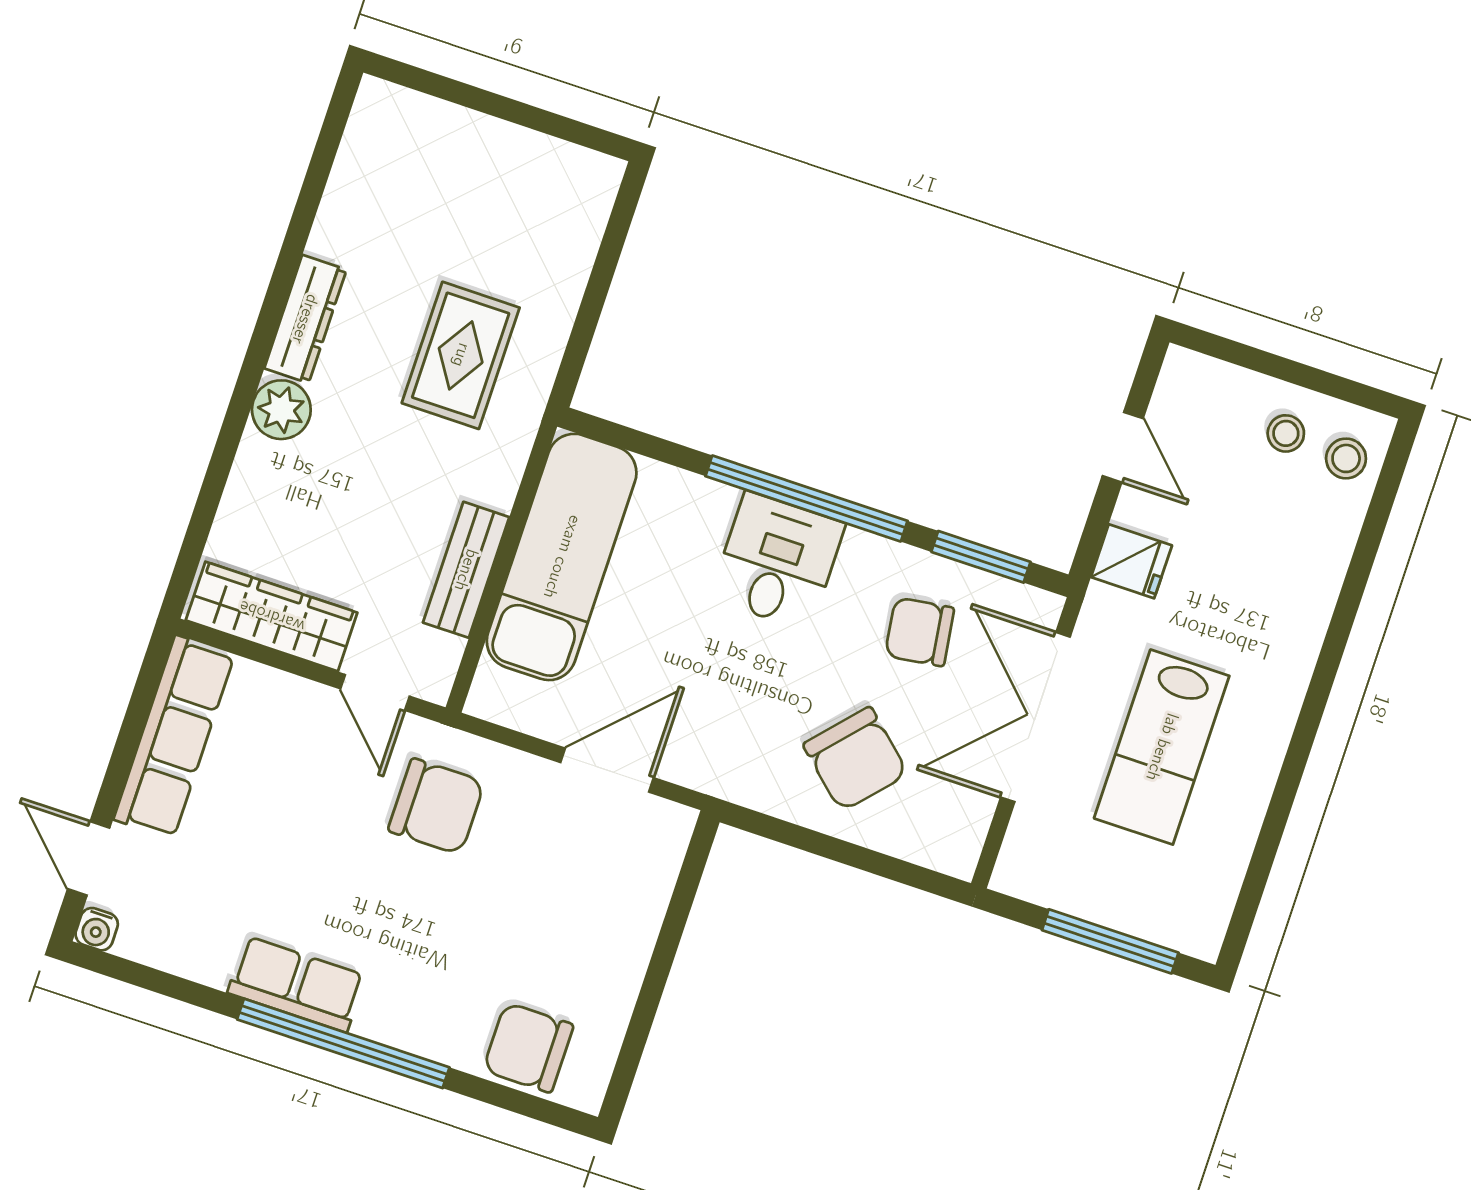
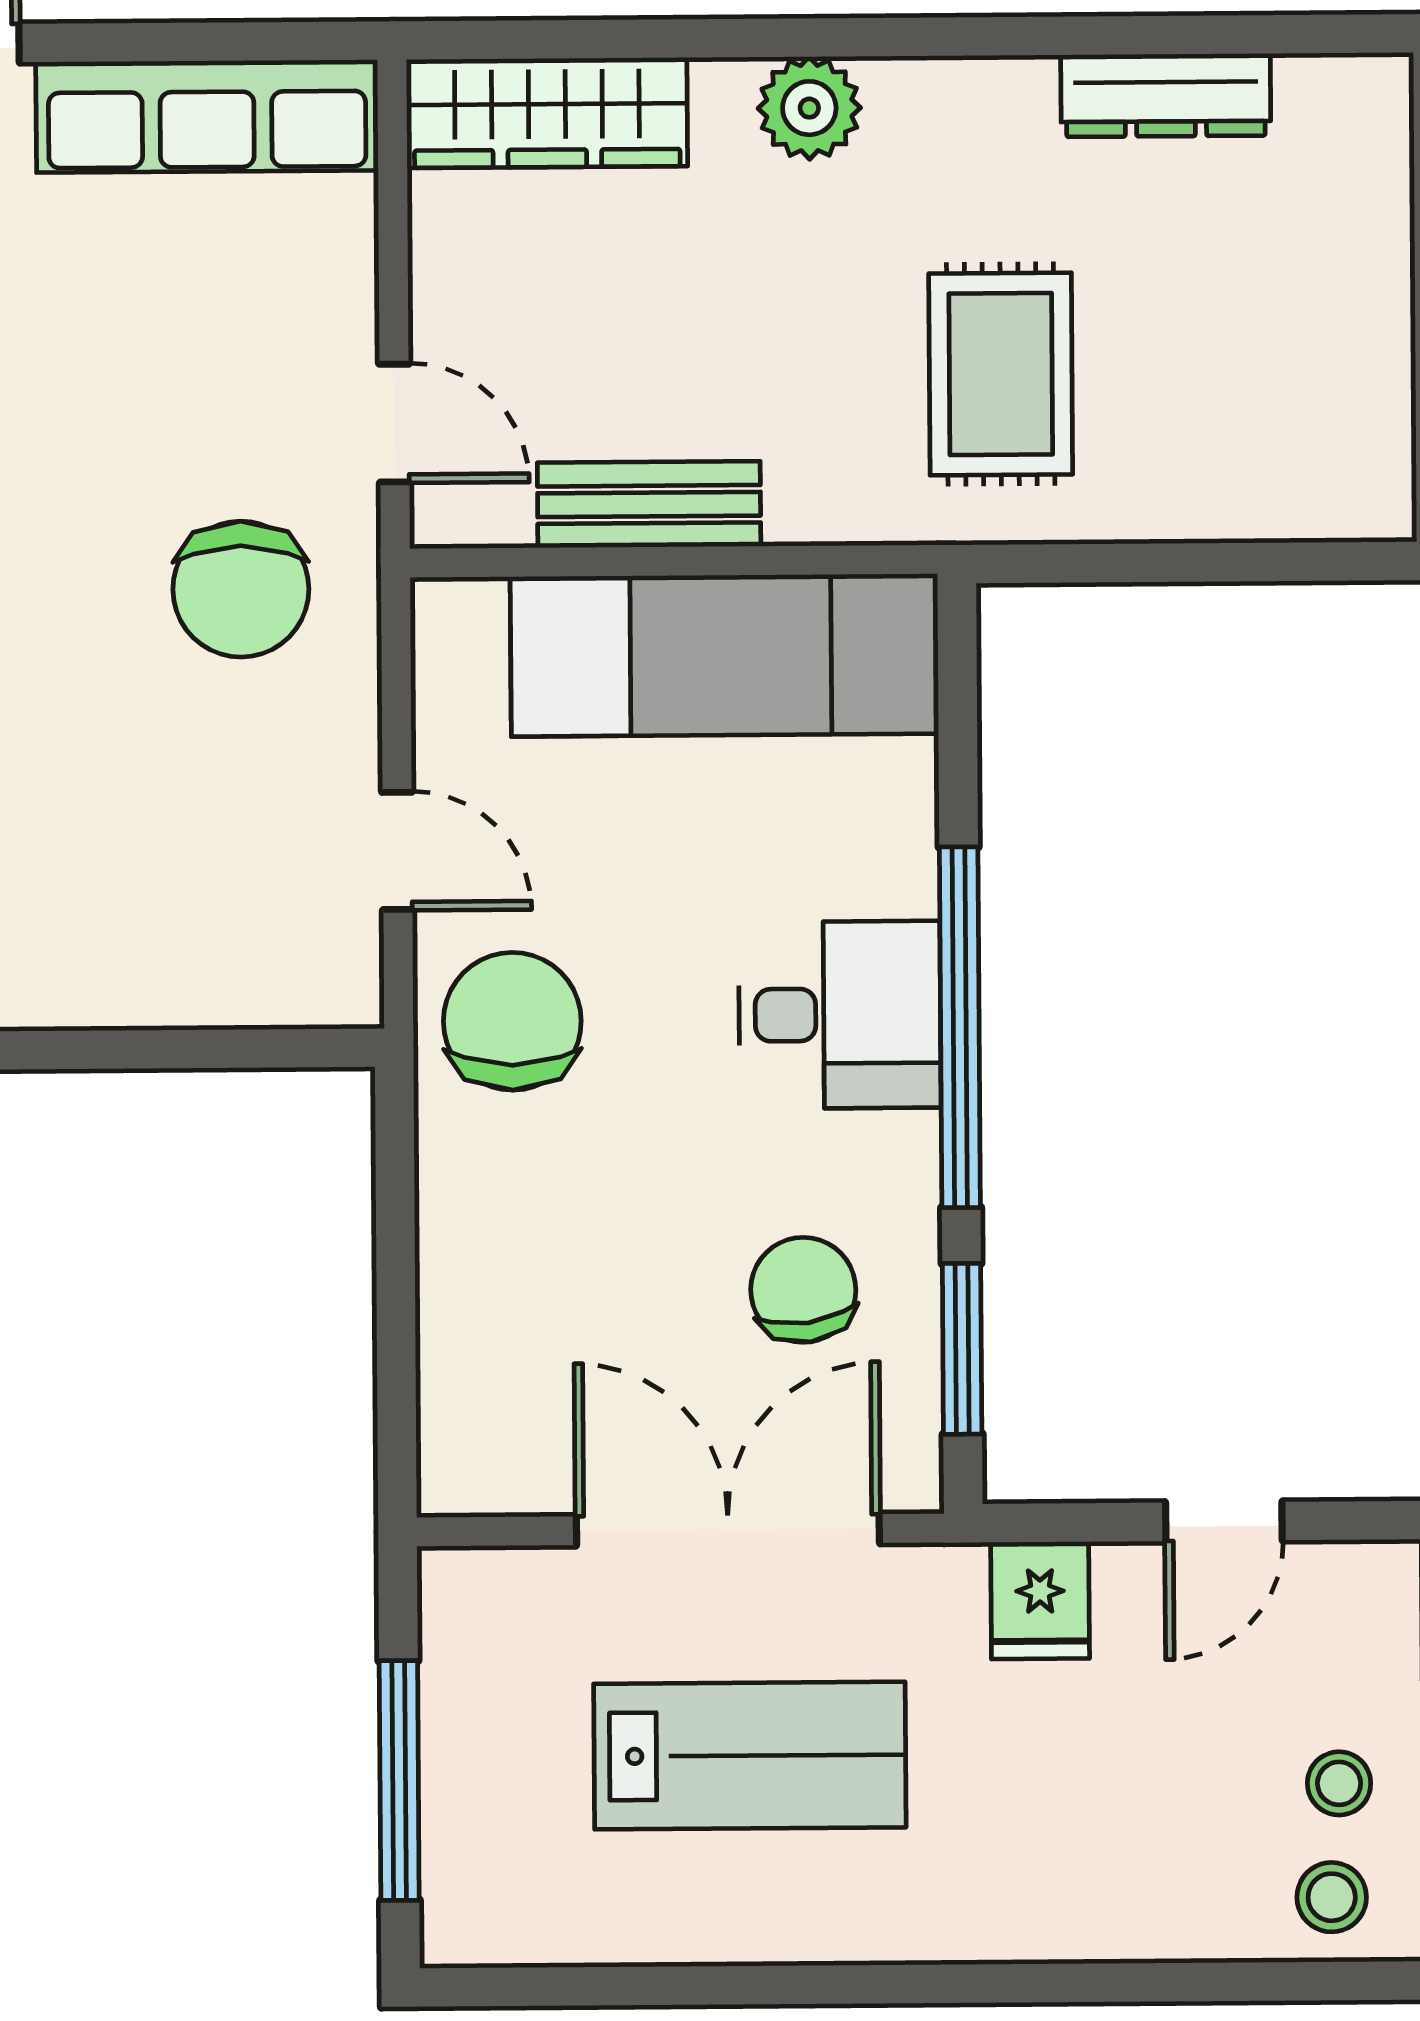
dresser: (305, 319) -> (1166, 95), moved
rug: (461, 355) -> (1001, 374), turned 90
wardrobe: (272, 616) -> (547, 113), moved, turned 90
door: (375, 692) -> (394, 423), swing flipped
lab bench: (1162, 747) -> (750, 1756), turned 180
chair: (856, 759) -> (512, 1021), moved, turned 138
door: (607, 770) -> (397, 851), width x0.73

